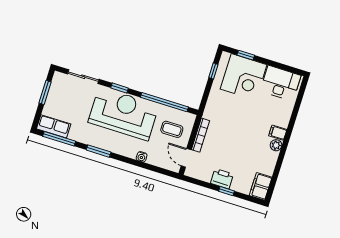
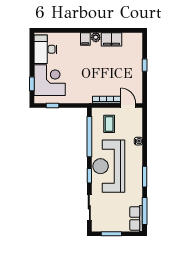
door: (186, 158) -> (128, 106), swing flipped
printer: (222, 179) -> (136, 72), removed
filing cabinet: (261, 186) -> (111, 39), moved

